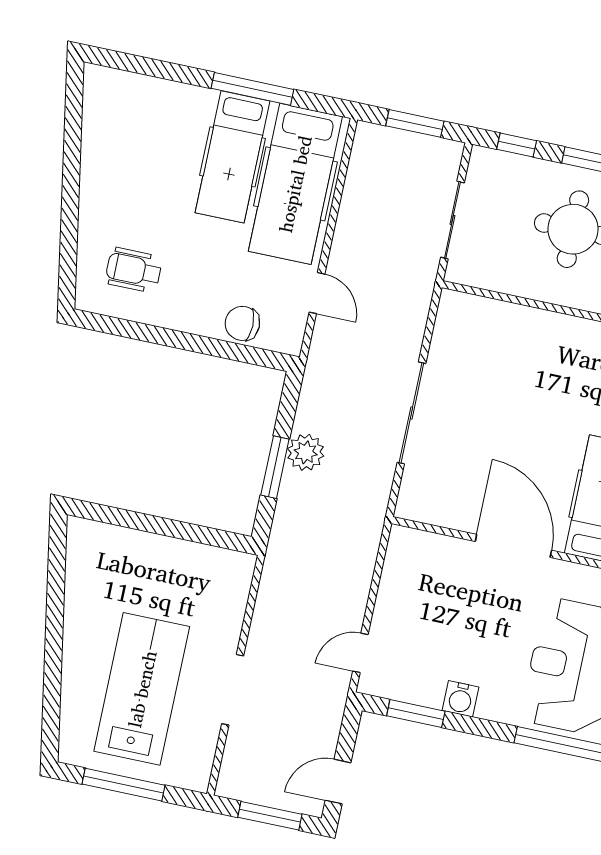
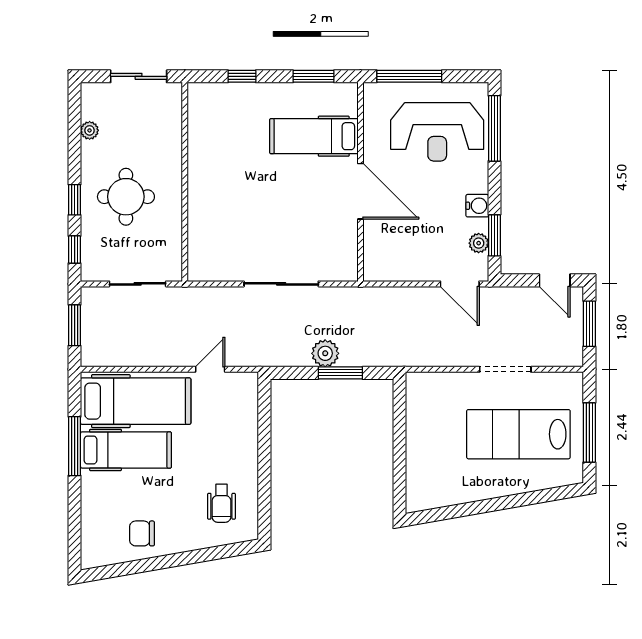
chair: (242, 323) -> (142, 533), moved, turned 90
door: (513, 546) -> (360, 191), swing flipped
door: (360, 653) -> (460, 284), width x1.38
plant: (410, 690) -> (479, 243), added

